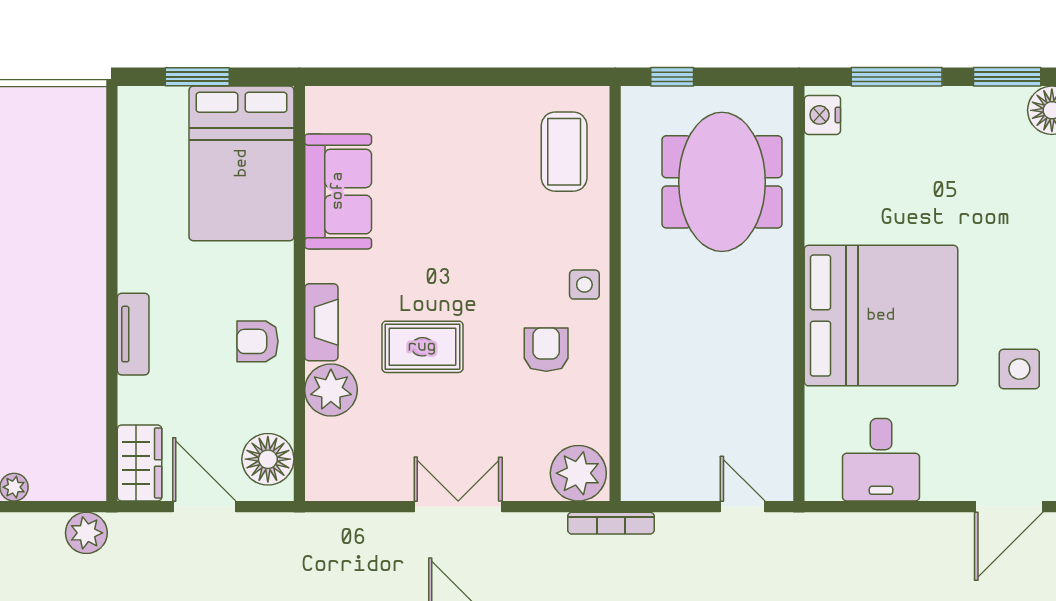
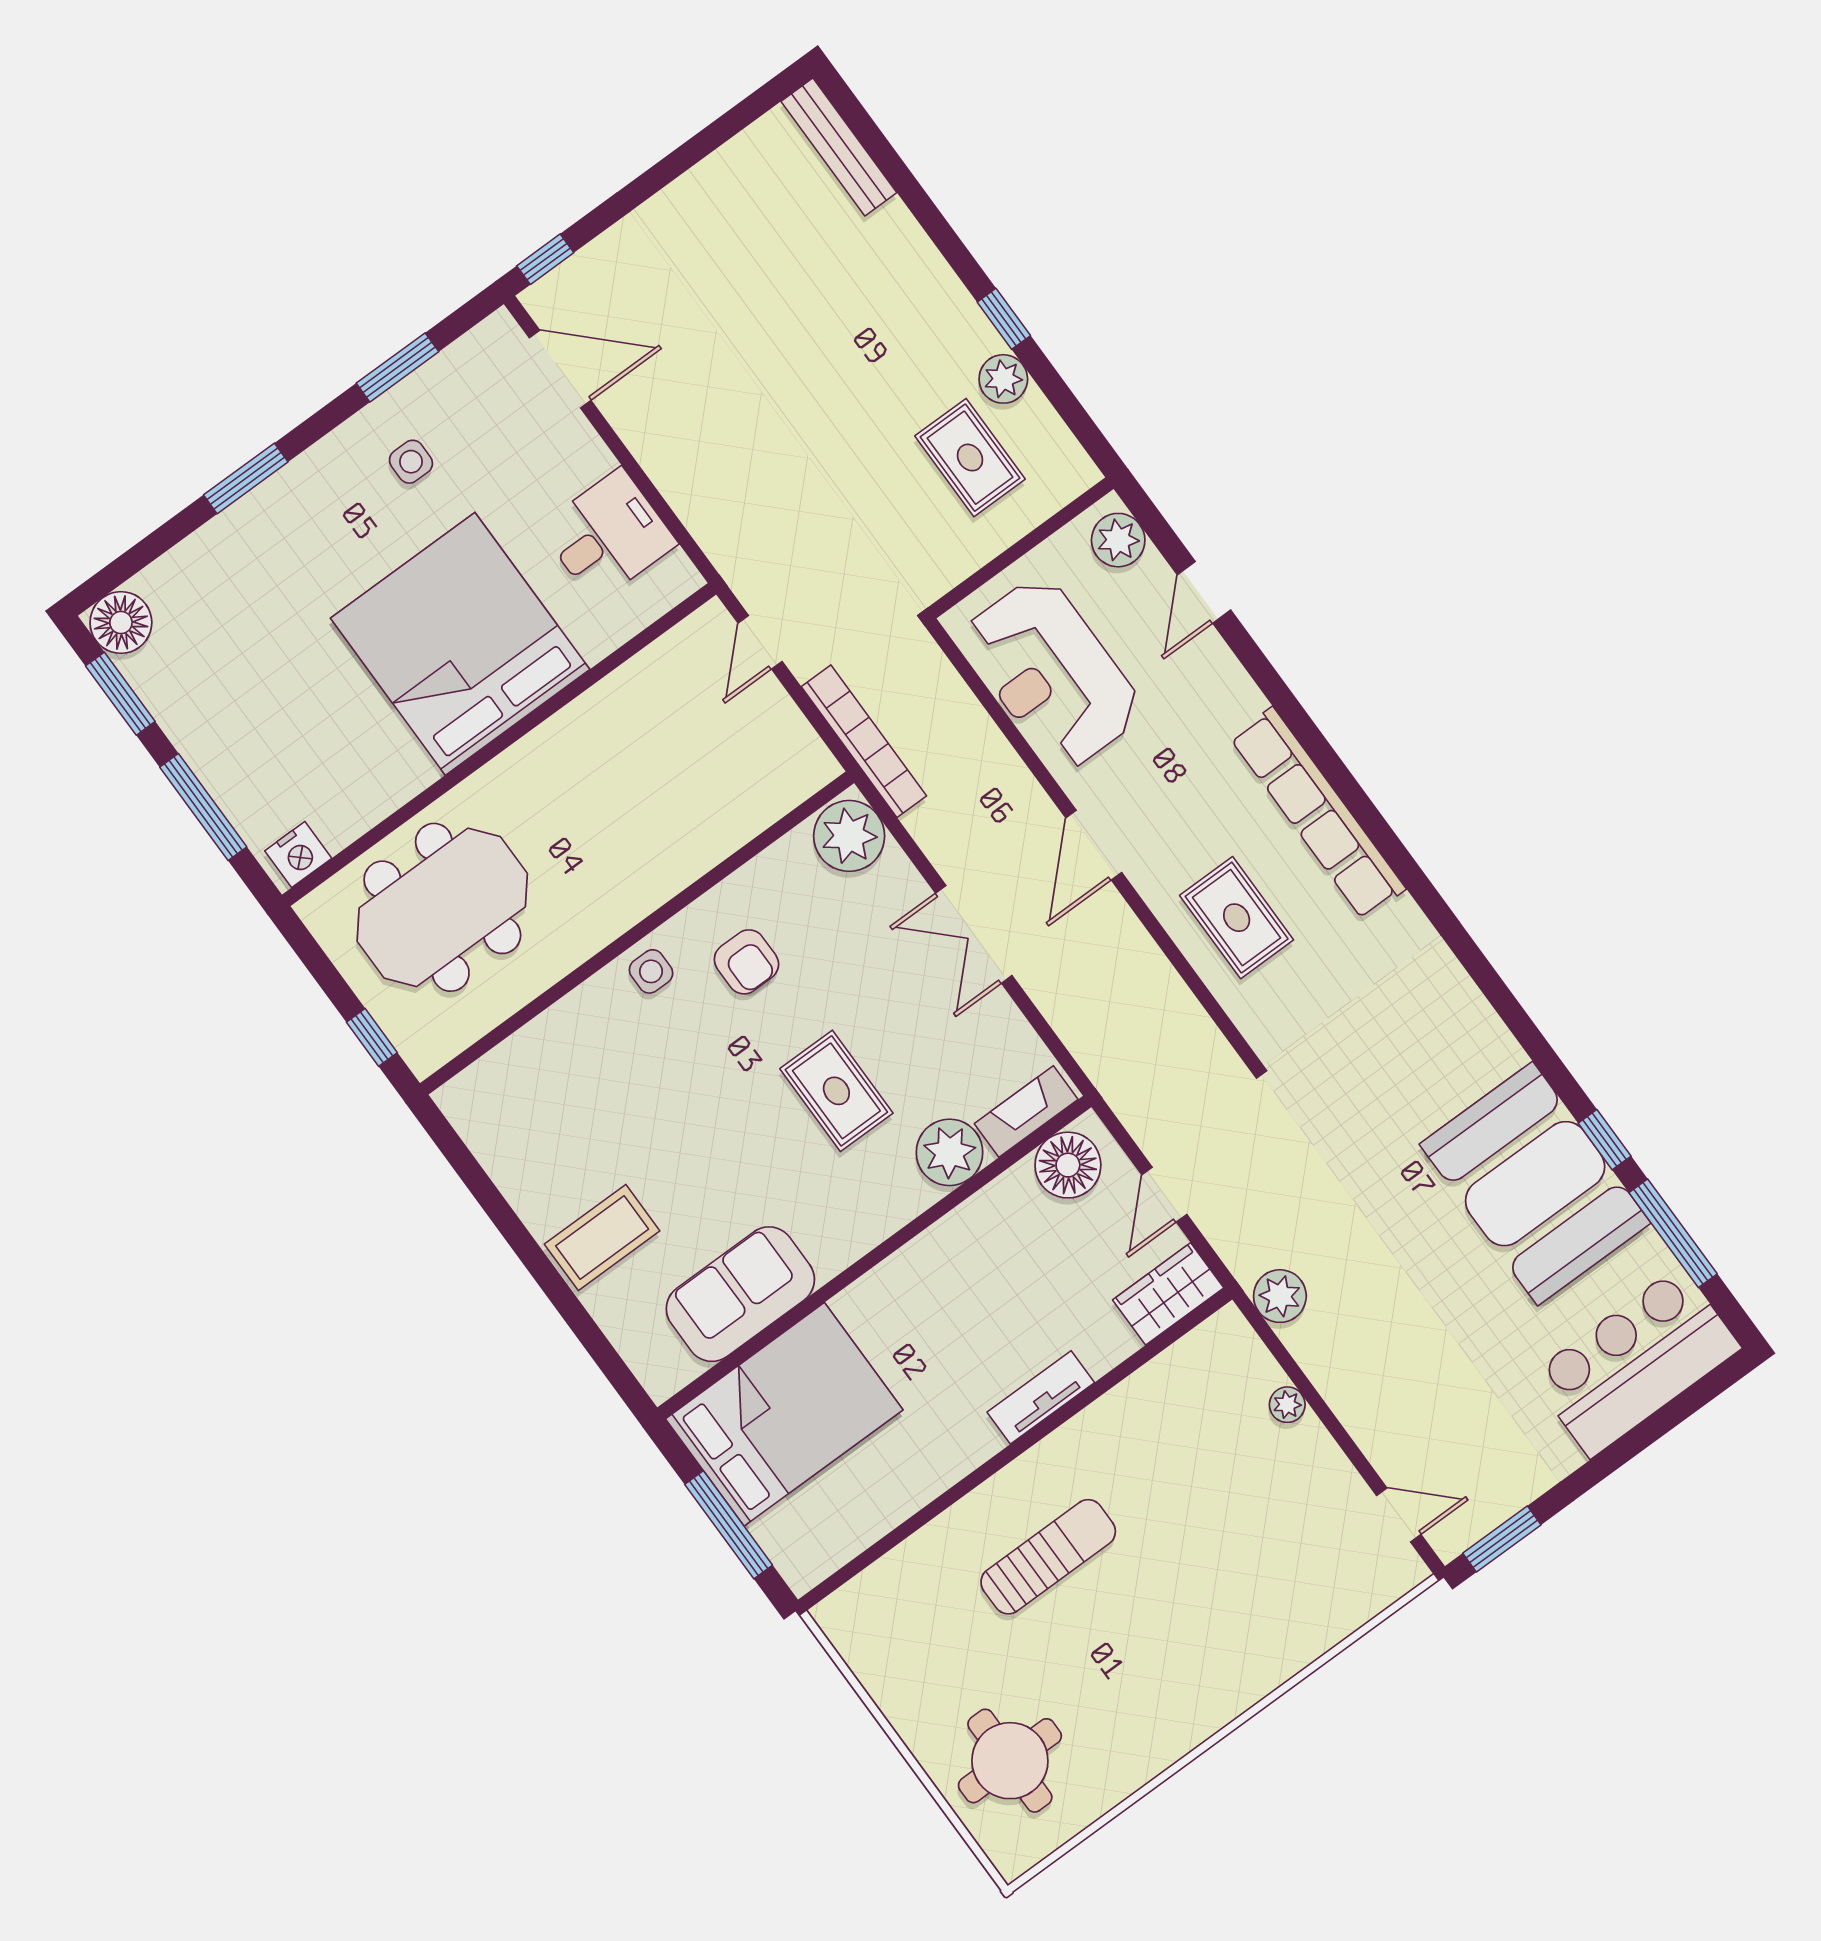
window: (197, 77) -> (729, 1525), width x1.44
coffee table: (564, 152) -> (602, 1237), moved
sun lounger: (29, 265) -> (1048, 1557), added
fireplace: (321, 322) -> (1026, 1111), moved
armchair: (258, 341) -> (955, 1264), removed
armchair: (546, 350) -> (746, 962), turned -90
side table: (1019, 369) -> (411, 462), width x0.73, depth x0.73
door: (204, 507) -> (1164, 1195), width x0.73
bookcase: (611, 523) -> (864, 741), width x1.48, depth x1.31

